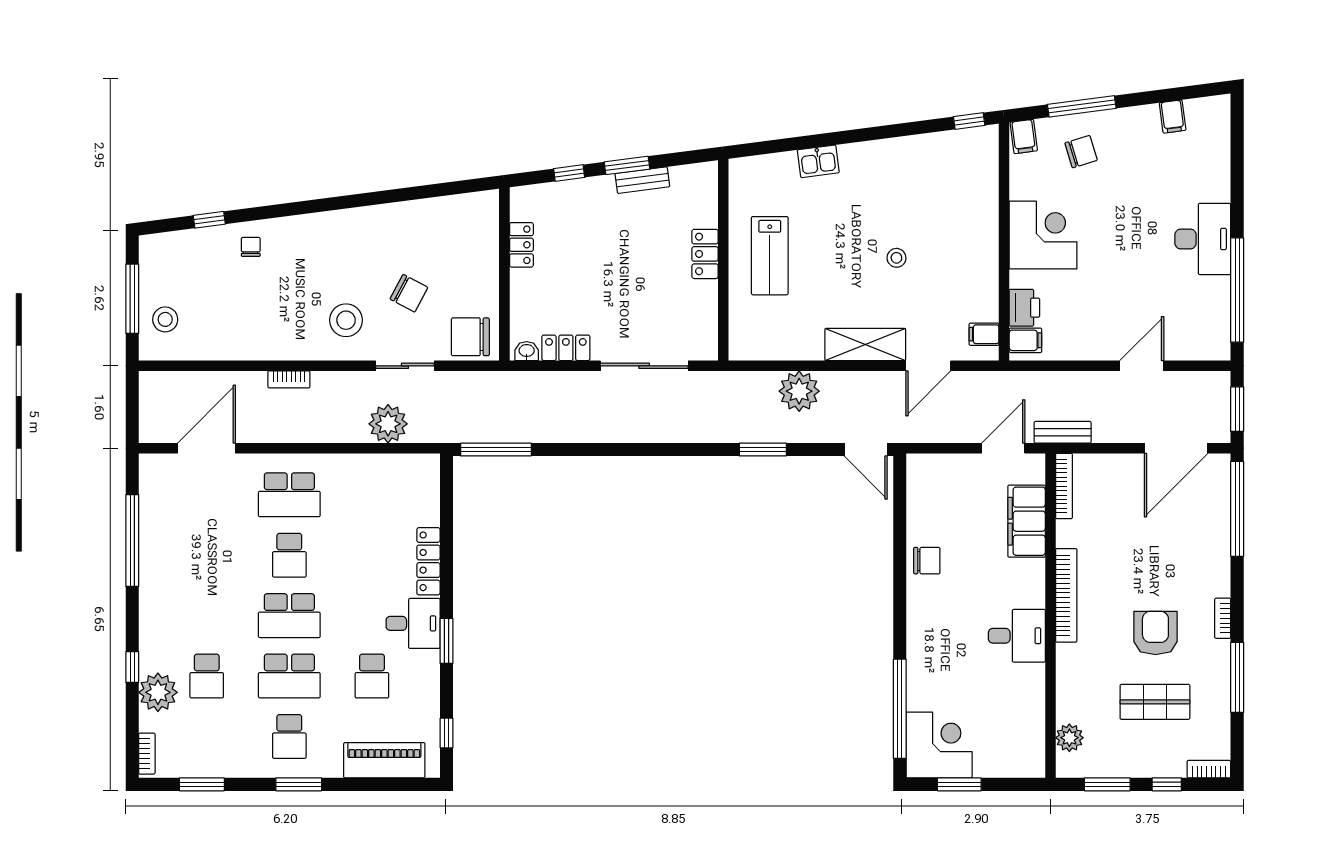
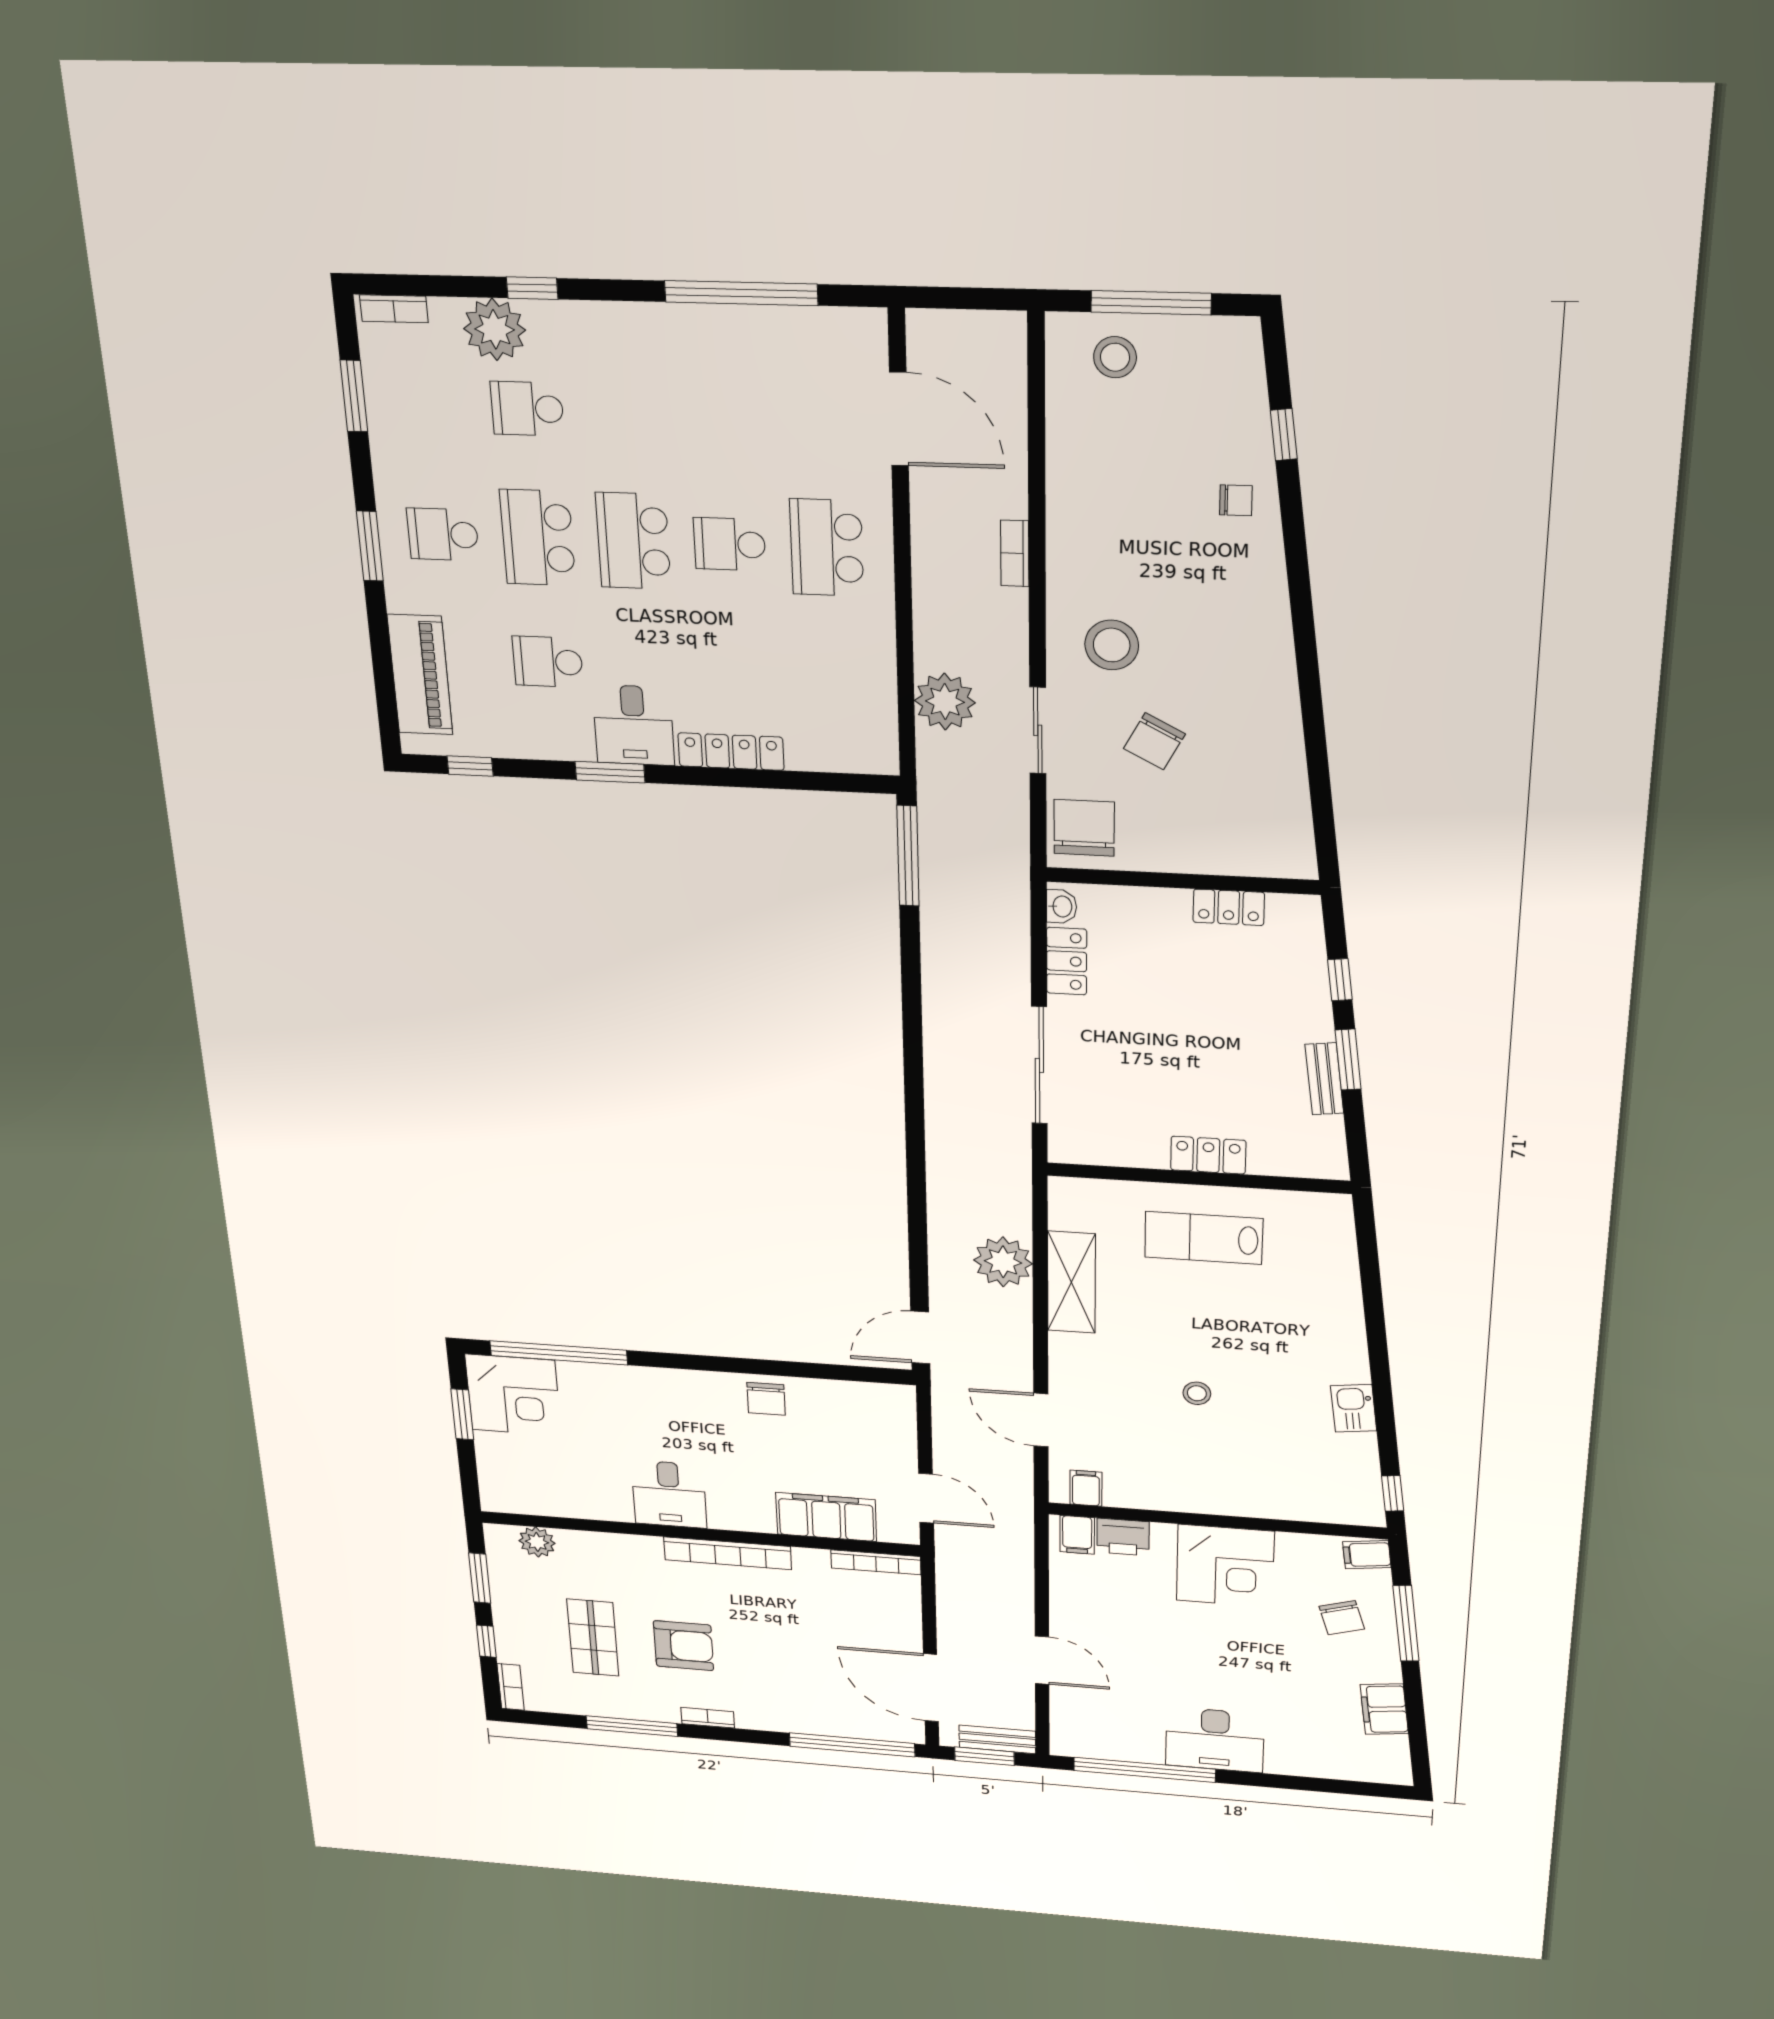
filing cabinet: (1173, 117) -> (1384, 1709), width x2.00
kitchen sink: (818, 161) -> (1354, 1408), moved
shelving: (865, 345) -> (1071, 1282), moved
bench: (1063, 432) -> (997, 1739), moved, turned 90
window: (763, 450) -> (917, 1211), removed

